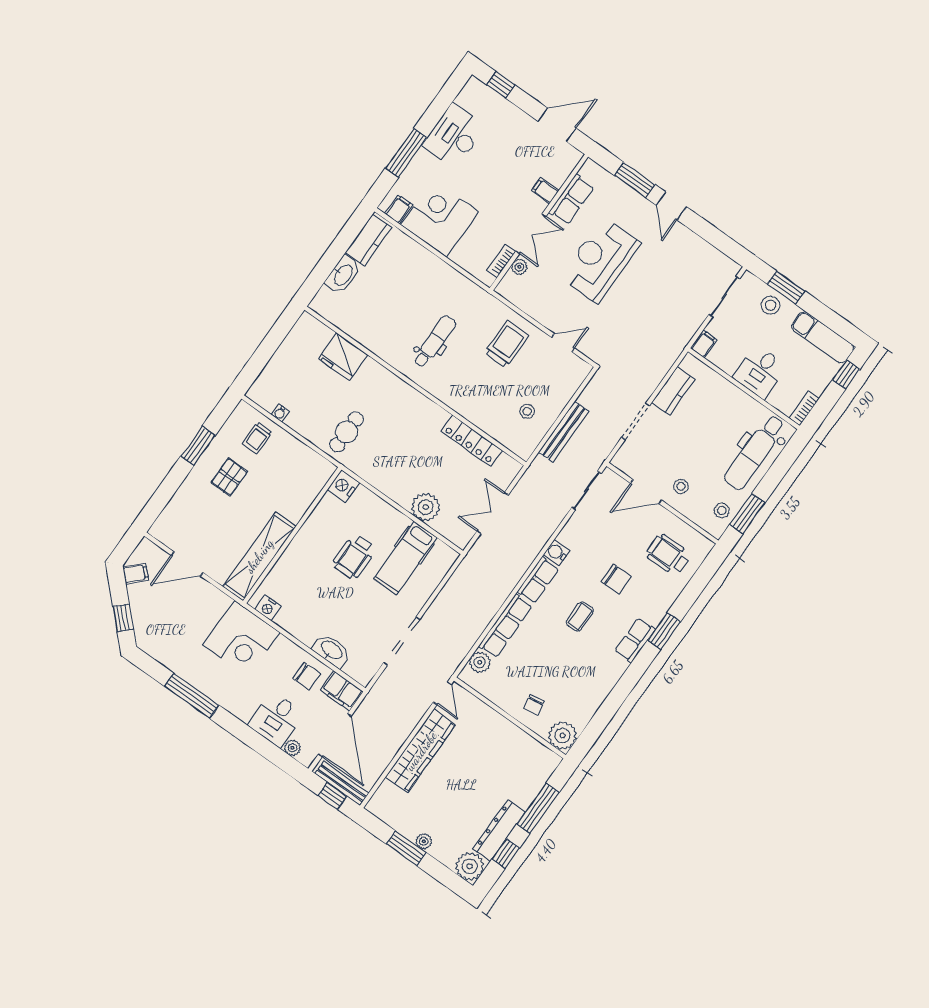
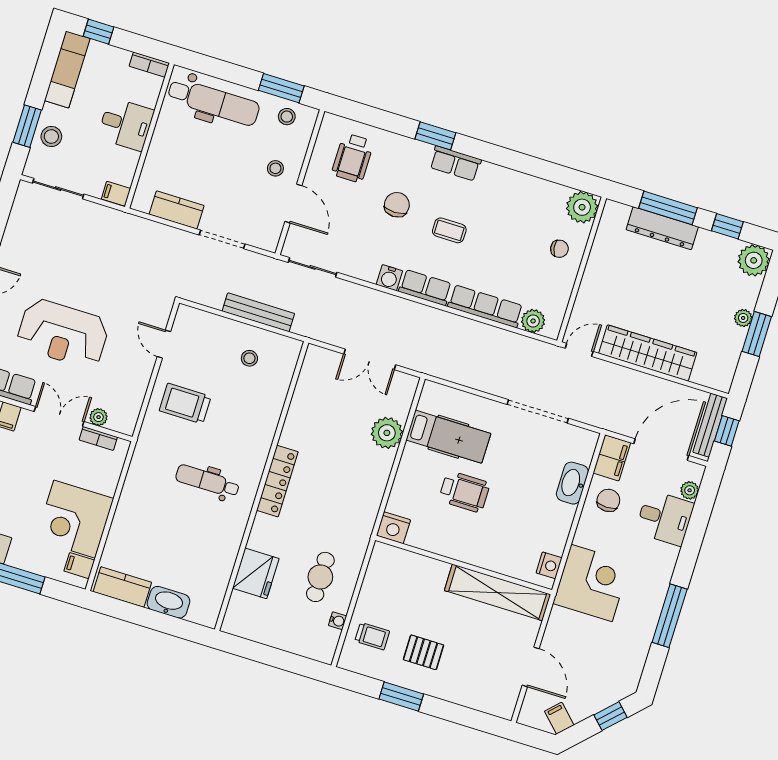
cafe table: (347, 432) -> (320, 577), moved, turned 90
locker: (472, 441) -> (277, 481), moved
dresser: (499, 831) -> (662, 228), moved

